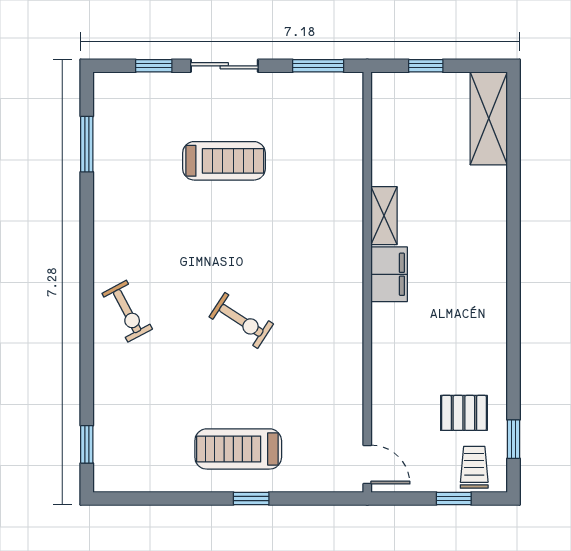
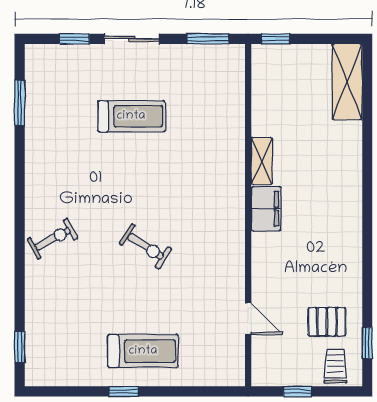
window: (426, 66) -> (276, 39), moved
exercise bike: (127, 311) -> (53, 239), turned -90
treadmill: (238, 449) -> (143, 351), turned 180
door: (367, 465) -> (248, 319), moved
window: (251, 499) -> (124, 391), moved
window: (454, 499) -> (297, 391), moved

